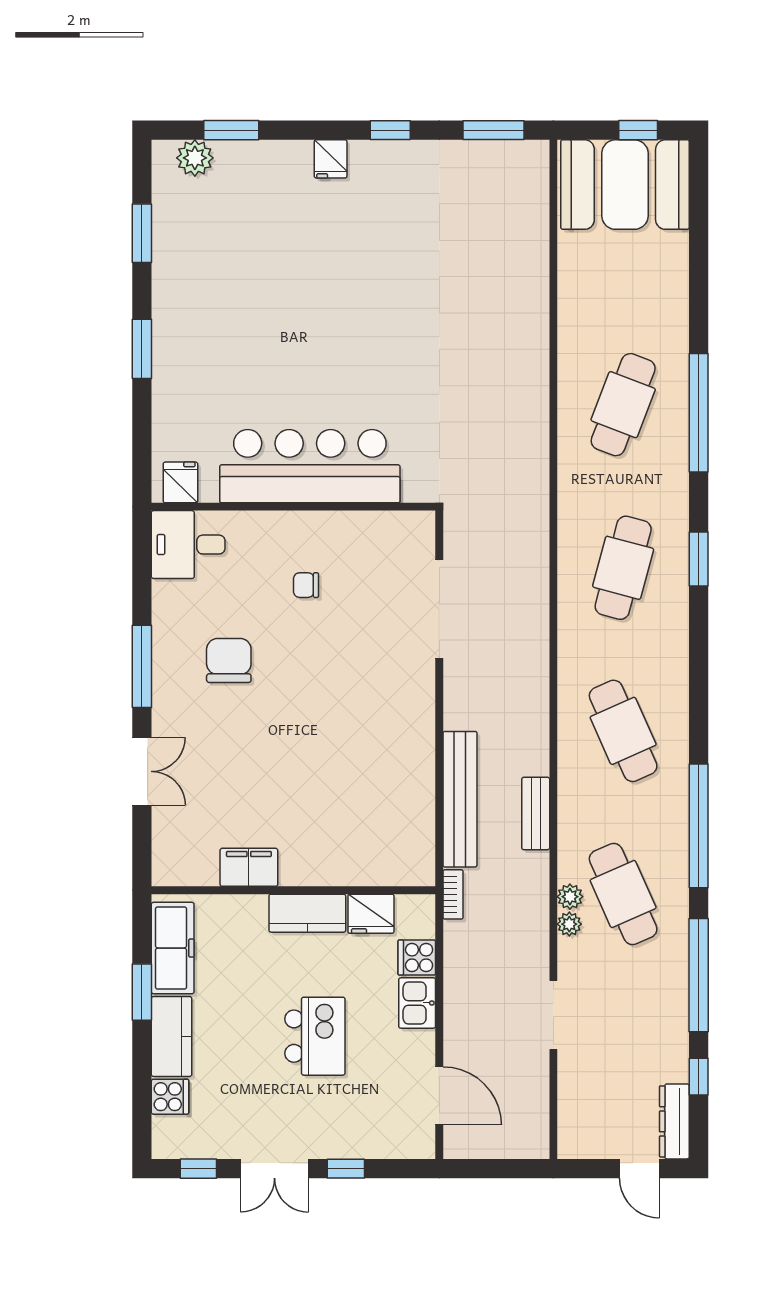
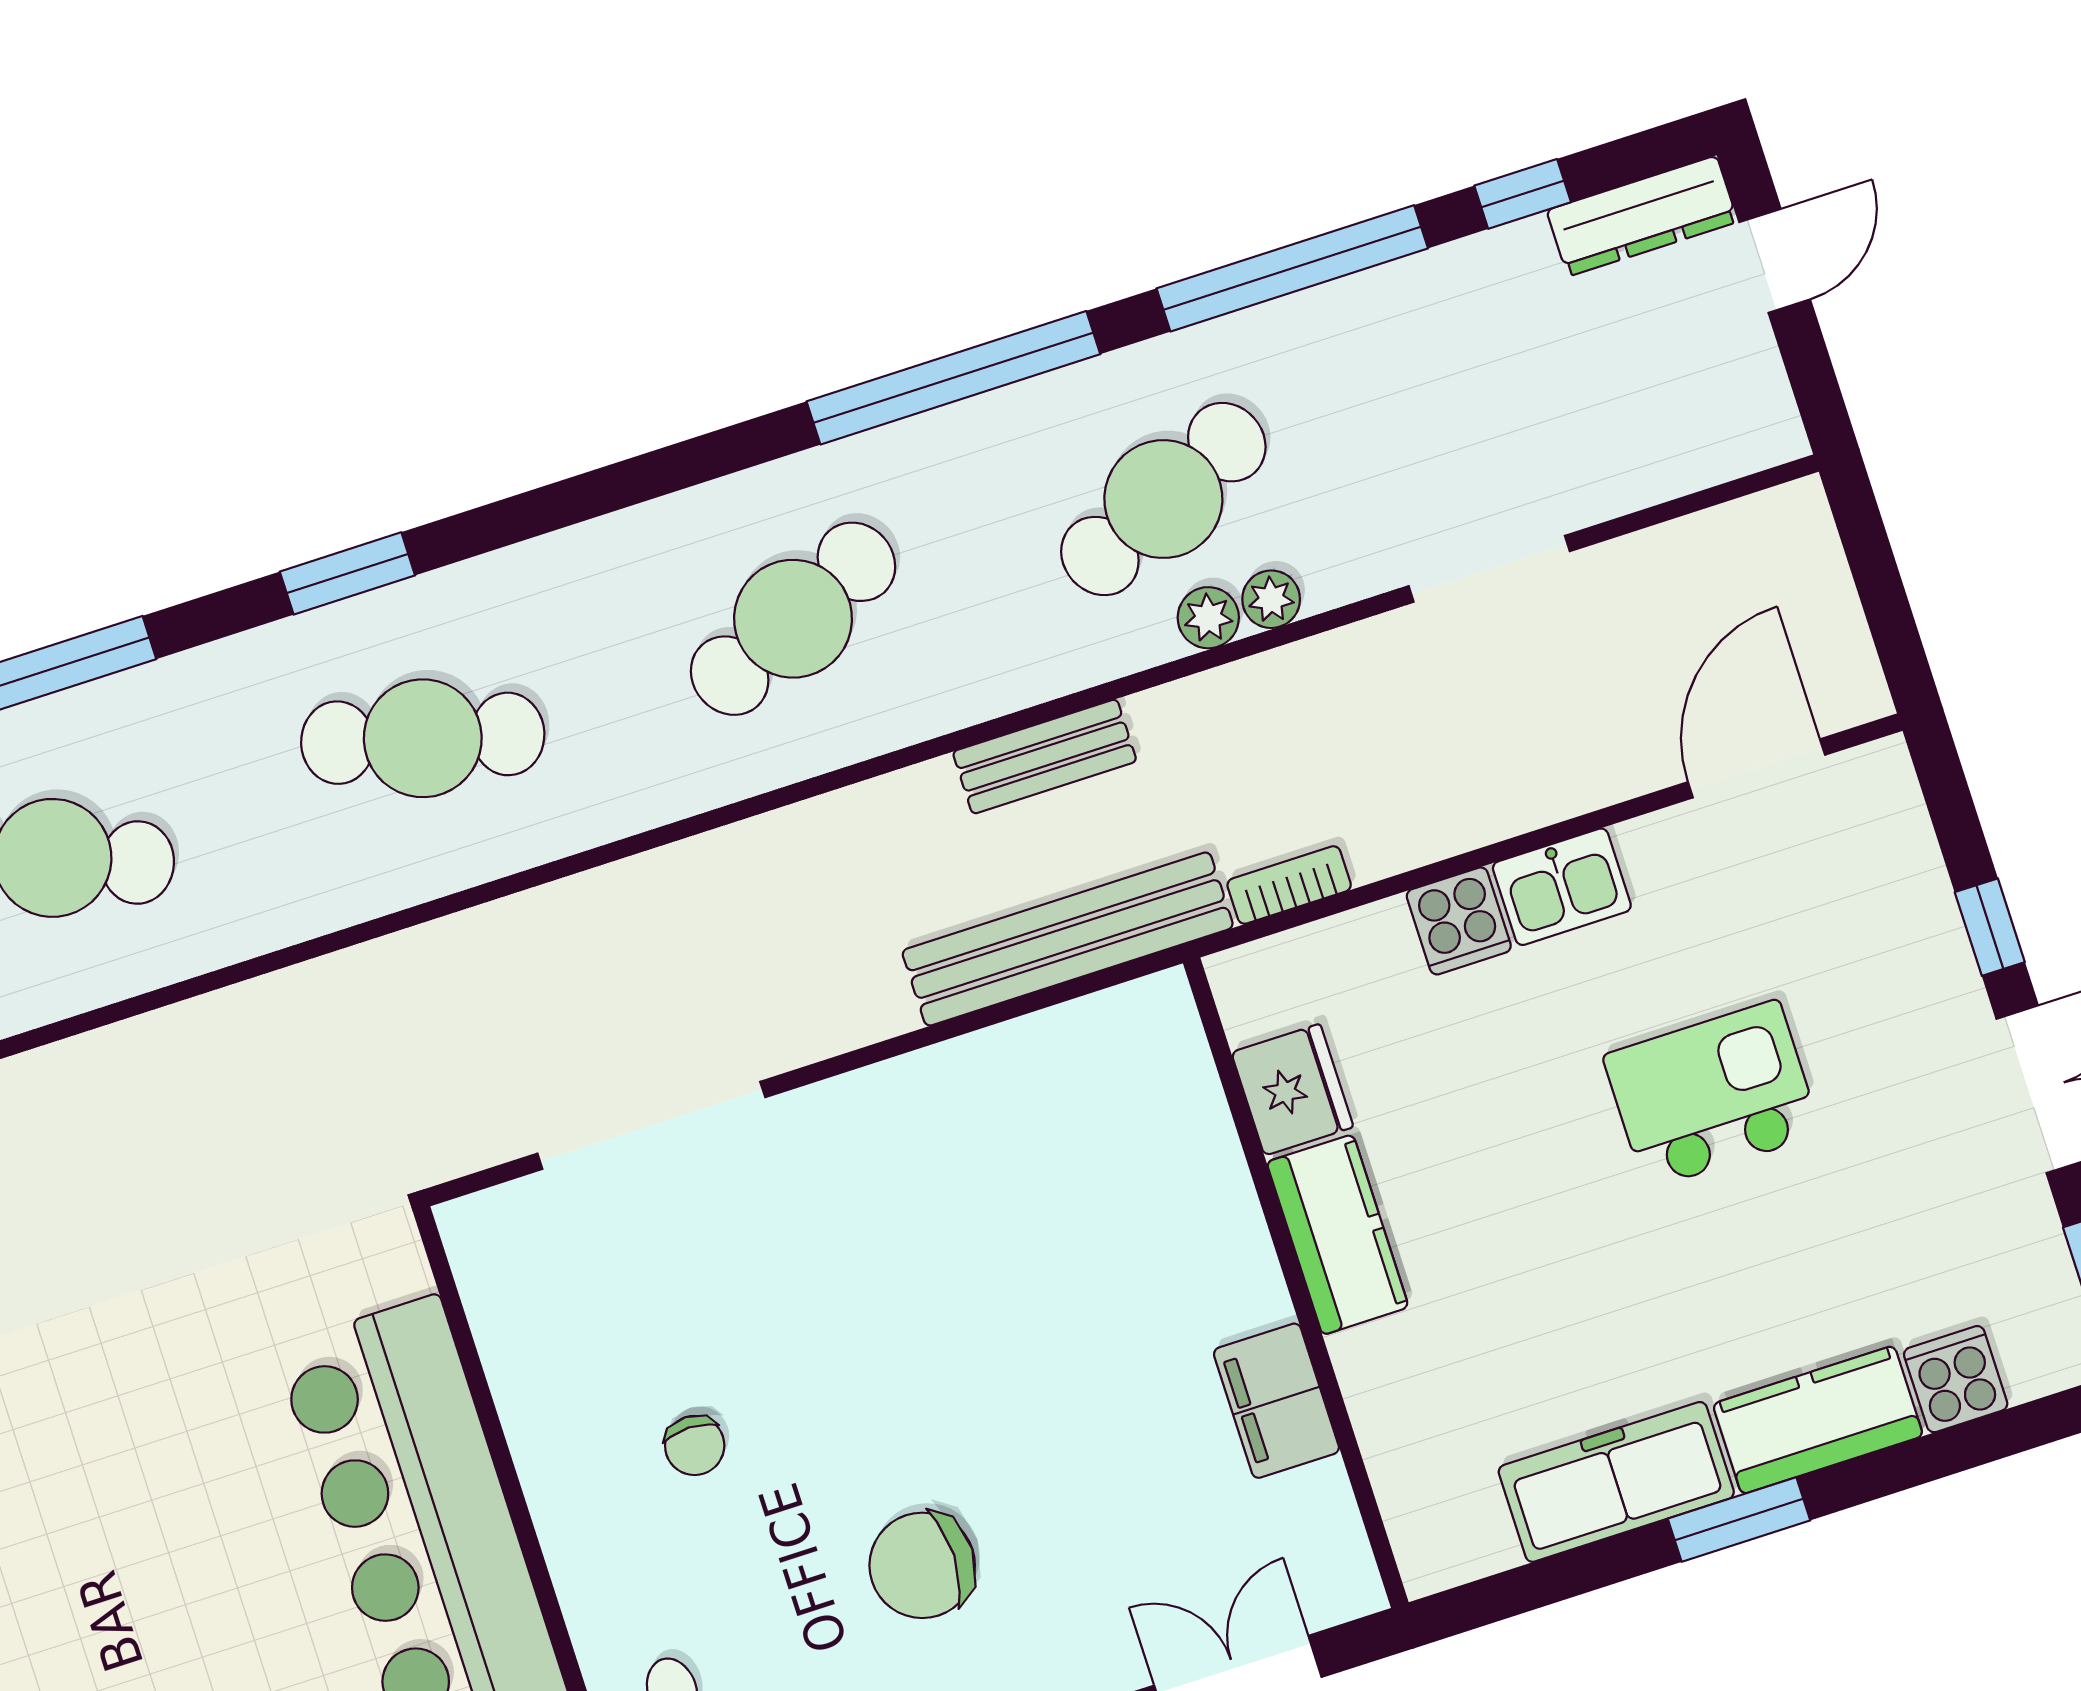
filing cabinet: (249, 867) -> (1276, 1401), moved
wall: (293, 890) -> (1296, 1283), moved
kitchen counter: (307, 913) -> (1338, 1235), moved
fridge: (371, 914) -> (1292, 1090), moved

